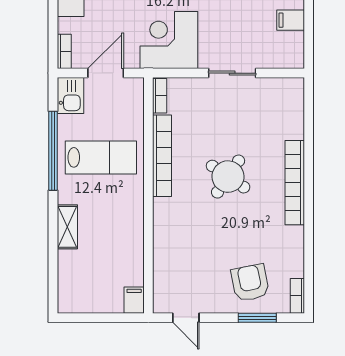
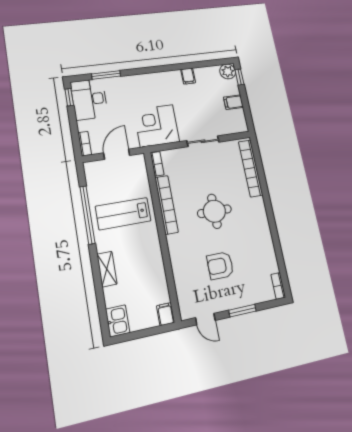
kitchen sink: (71, 96) -> (118, 321), moved
lab bench: (101, 157) -> (123, 214), turned 180
round table: (228, 177) -> (214, 211), turned -34
bookcase: (295, 183) -> (251, 168), moved
armchair: (250, 283) -> (220, 266), moved, turned -79
window: (257, 318) -> (242, 311), moved

